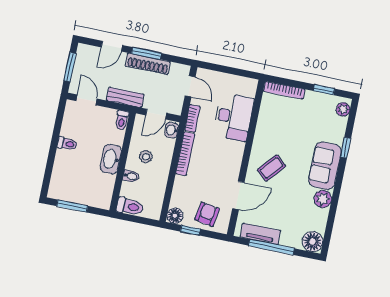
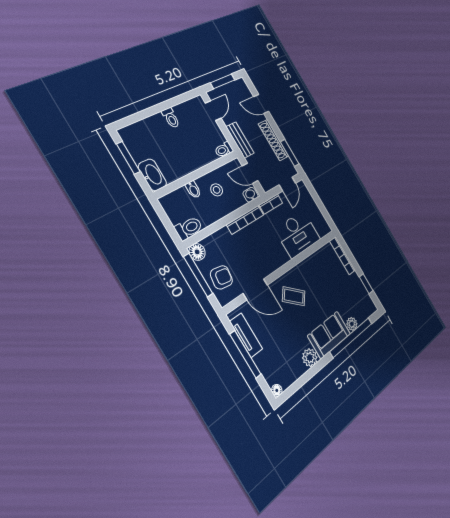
window: (146, 53) -> (290, 153), moved
plant: (343, 109) -> (352, 324), moved
window: (346, 148) -> (351, 337), width x3.17
washbasin: (111, 159) -> (152, 175), moved, turned 90
toilet: (130, 207) -> (189, 228), moved, turned -90
window: (190, 230) -> (198, 275), width x2.17
floor lamp: (313, 242) -> (277, 390), width x0.53, depth x0.53

